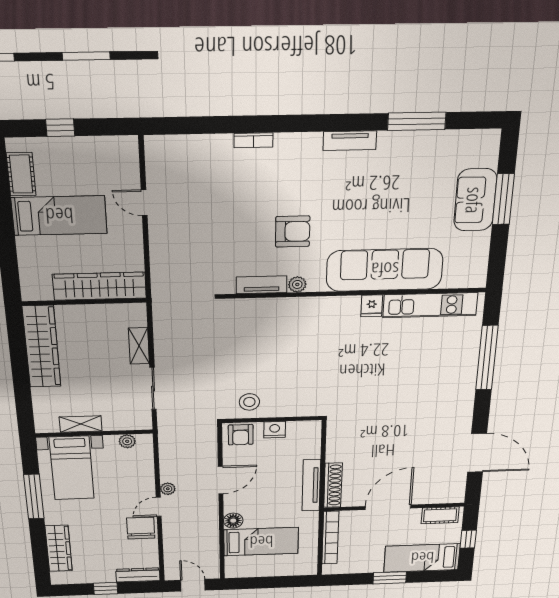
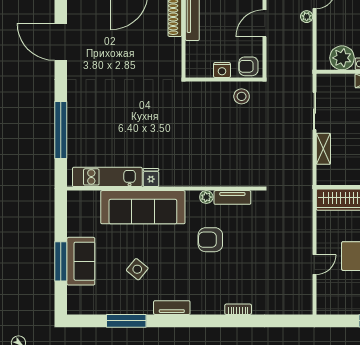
side table: (397, 191) -> (137, 269), added
door: (144, 203) -> (314, 264), hinge flipped
armchair: (241, 435) -> (248, 66), turned -90
plant: (127, 441) -> (342, 58), width x1.87, depth x1.87

